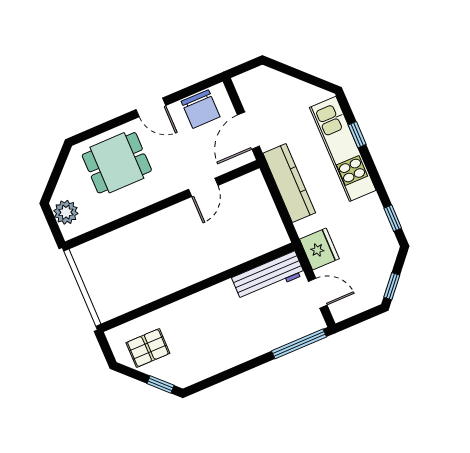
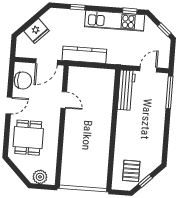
door: (248, 131) -> (47, 62), hinge flipped
kitchen unit: (343, 149) -> (115, 21), moved
fridge: (319, 249) -> (37, 31), moved, turned 135
window: (160, 384) -> (145, 181), moved

